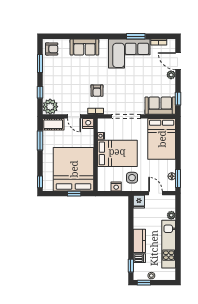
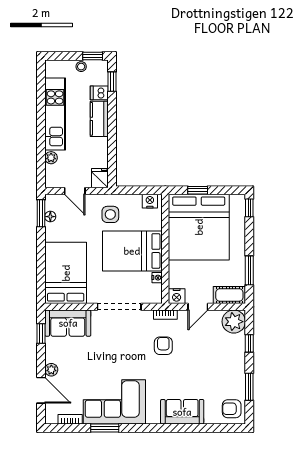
door: (74, 116) -> (198, 307), swing flipped
nightstand: (116, 186) -> (150, 201), moved

